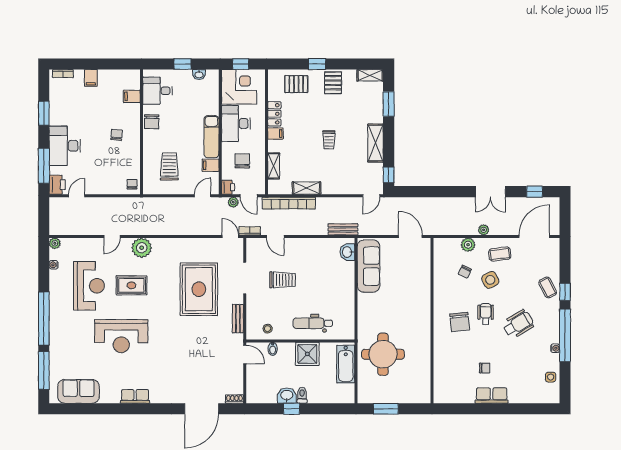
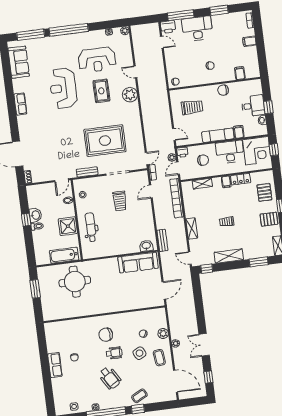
desk: (158, 91) -> (253, 106), moved, turned 90
filing cabinet: (211, 165) -> (239, 132), moved
shelving: (306, 188) -> (192, 228), moved

